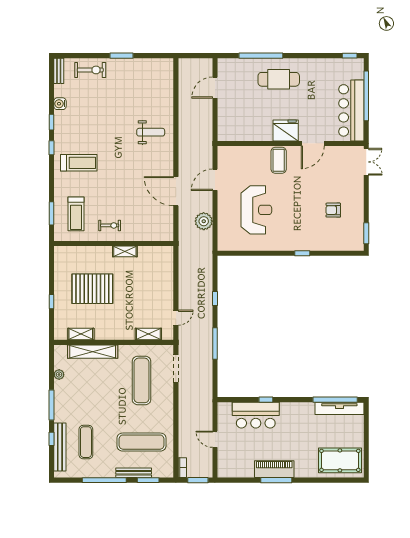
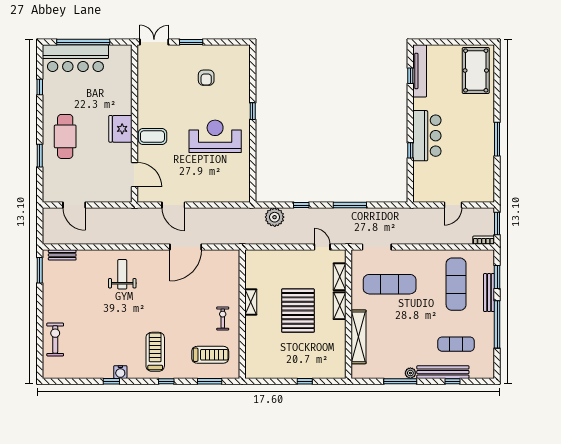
window: (122, 56) -> (40, 270), moved
window: (261, 56) -> (40, 156), width x0.47
window: (350, 56) -> (40, 87), moved
bench: (59, 71) -> (62, 255), moved
water cooler: (60, 104) -> (120, 372), moved
bar counter: (351, 110) -> (75, 58), moved
door: (313, 143) -> (134, 175), moved
window: (51, 148) -> (166, 381), moved
reception desk: (256, 210) -> (215, 136), moved
plant: (204, 221) -> (275, 217), moved
window: (366, 233) -> (191, 42), moved
pallet: (92, 289) -> (298, 311), moved
shelving: (81, 334) -> (340, 306), moved
plant: (59, 375) -> (410, 373), moved
window: (335, 400) -> (410, 76), width x0.32
window: (51, 405) -> (400, 381), moved
bar counter: (256, 415) -> (427, 136), moved
bench: (60, 447) -> (443, 372), moved
piano: (274, 469) -> (485, 141), removed

